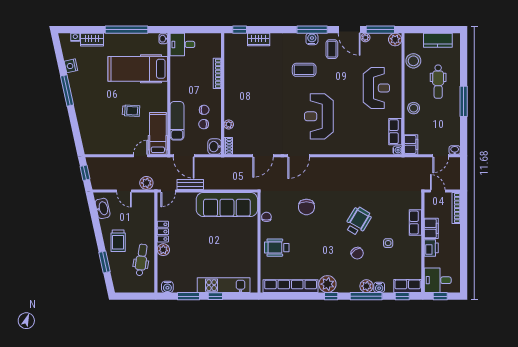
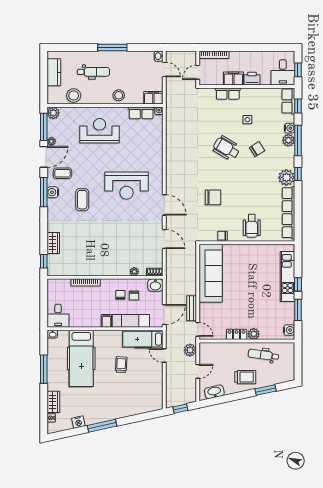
window: (126, 30) -> (44, 369), width x0.68
filing cabinet: (177, 95) -> (106, 321), added

